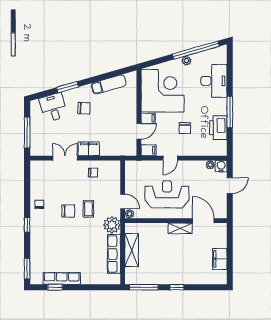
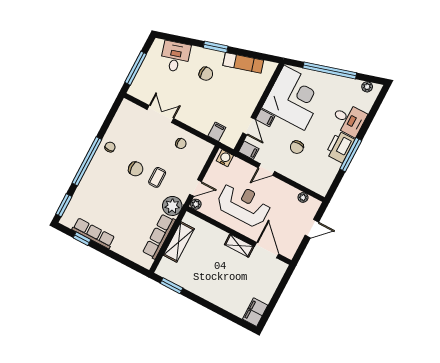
window: (196, 50) -> (330, 70), moved
plant: (186, 61) -> (367, 87), moved
desk: (214, 81) -> (349, 119), width x0.73
window: (67, 87) -> (216, 47), moved
printer: (218, 128) -> (340, 147), moved
door: (139, 131) -> (249, 126), hinge flipped
filing cabinet: (89, 149) -> (217, 132), moved, width x0.50
water cooler: (221, 166) -> (225, 158), moved
door: (123, 201) -> (196, 188), hinge flipped
window: (27, 225) -> (87, 161), width x3.17
filing cabinet: (220, 259) -> (255, 312), moved
window: (144, 287) -> (171, 286), width x0.69
window: (177, 287) -> (205, 303), removed

